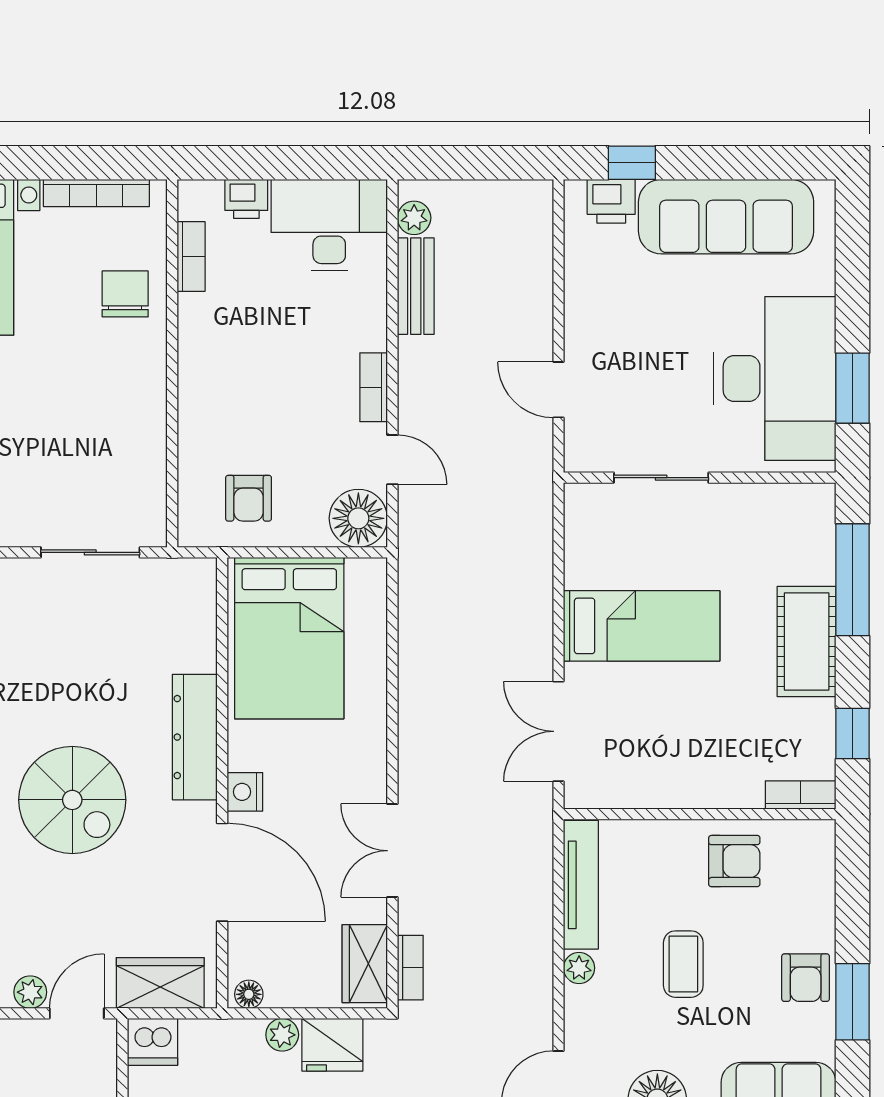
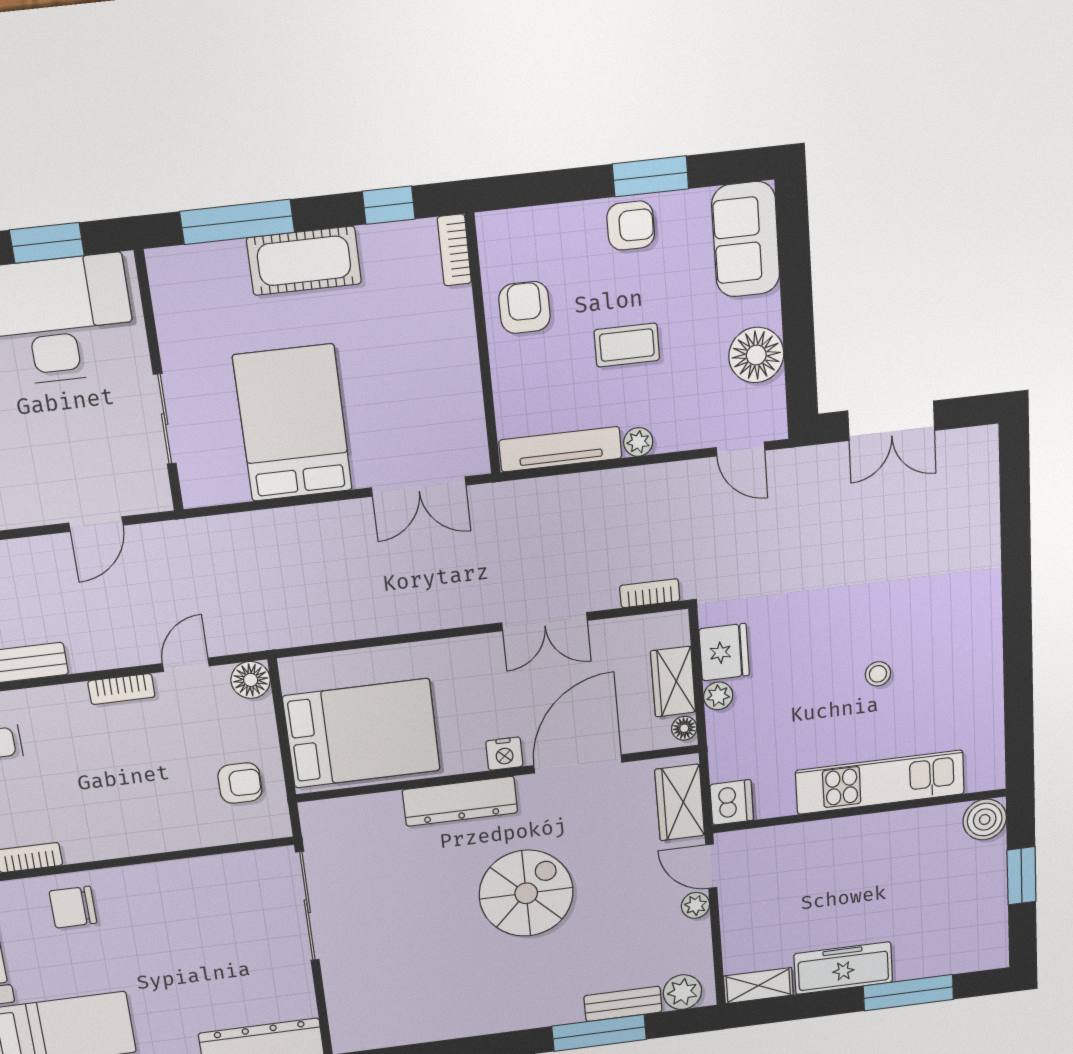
floor lamp: (358, 518) -> (251, 680), width x0.73, depth x0.73
sliding door: (90, 552) -> (307, 906), width x1.37
bed: (642, 626) -> (293, 423), width x1.50
wardrobe: (365, 964) -> (673, 682), moved, turned 90

